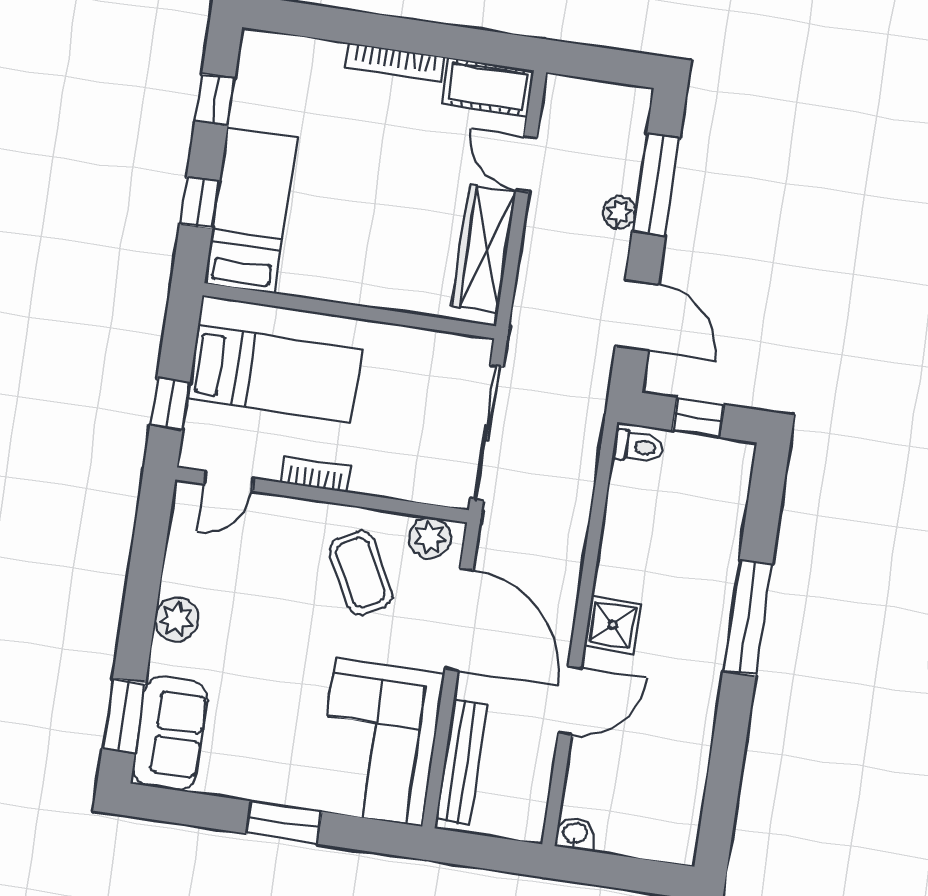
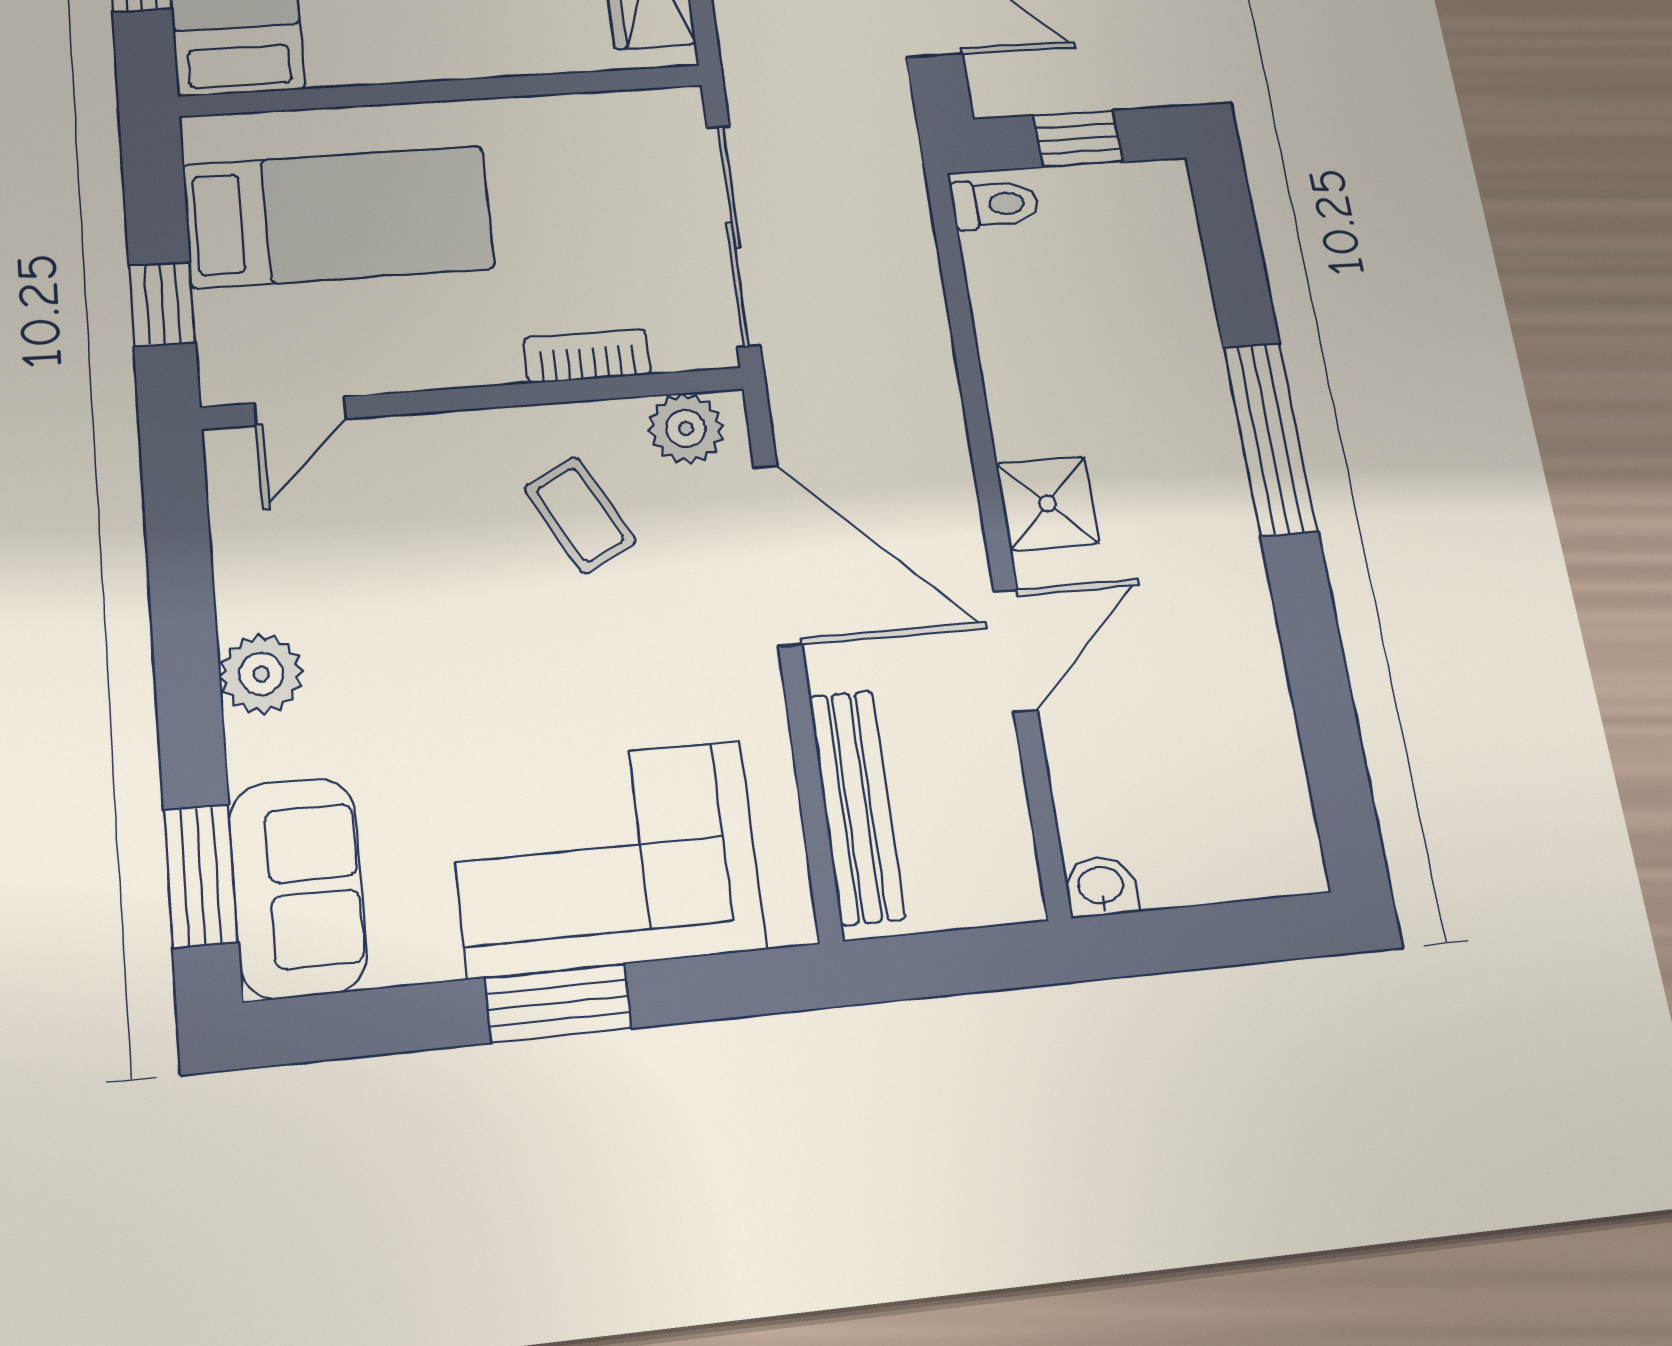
bookcase: (316, 474) -> (587, 356), moved
coffee table: (361, 573) -> (580, 515), width x0.73, depth x0.77
corner sofa: (379, 742) -> (606, 858), moved, turned 90

